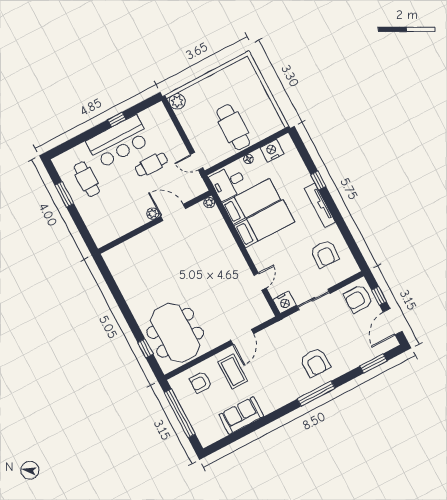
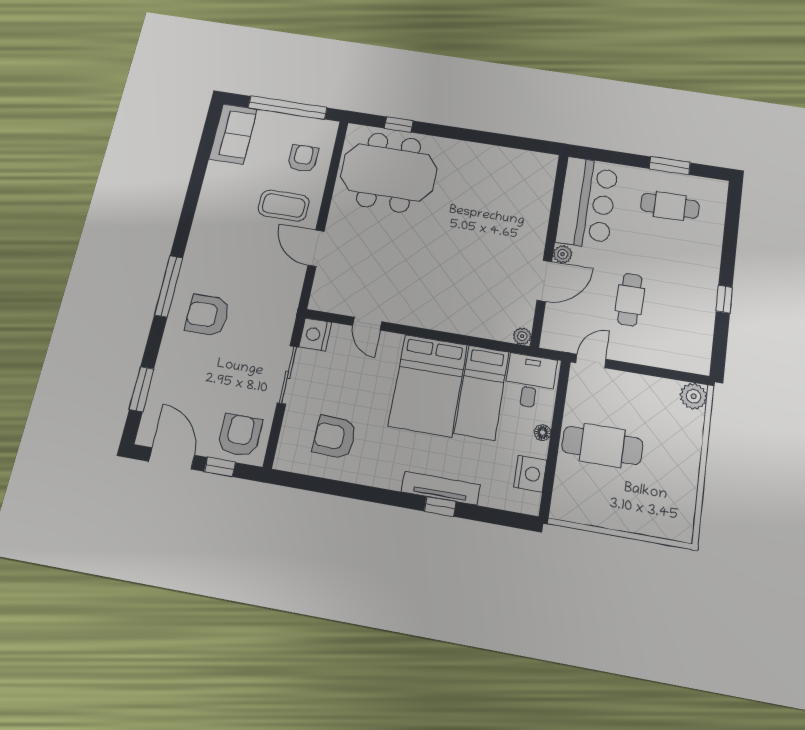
bar counter: (118, 142) -> (587, 203), moved, turned 180
tv unit: (320, 205) -> (441, 488), moved
bed: (264, 224) -> (428, 385), width x1.50
sofa: (241, 415) -> (233, 134), moved

